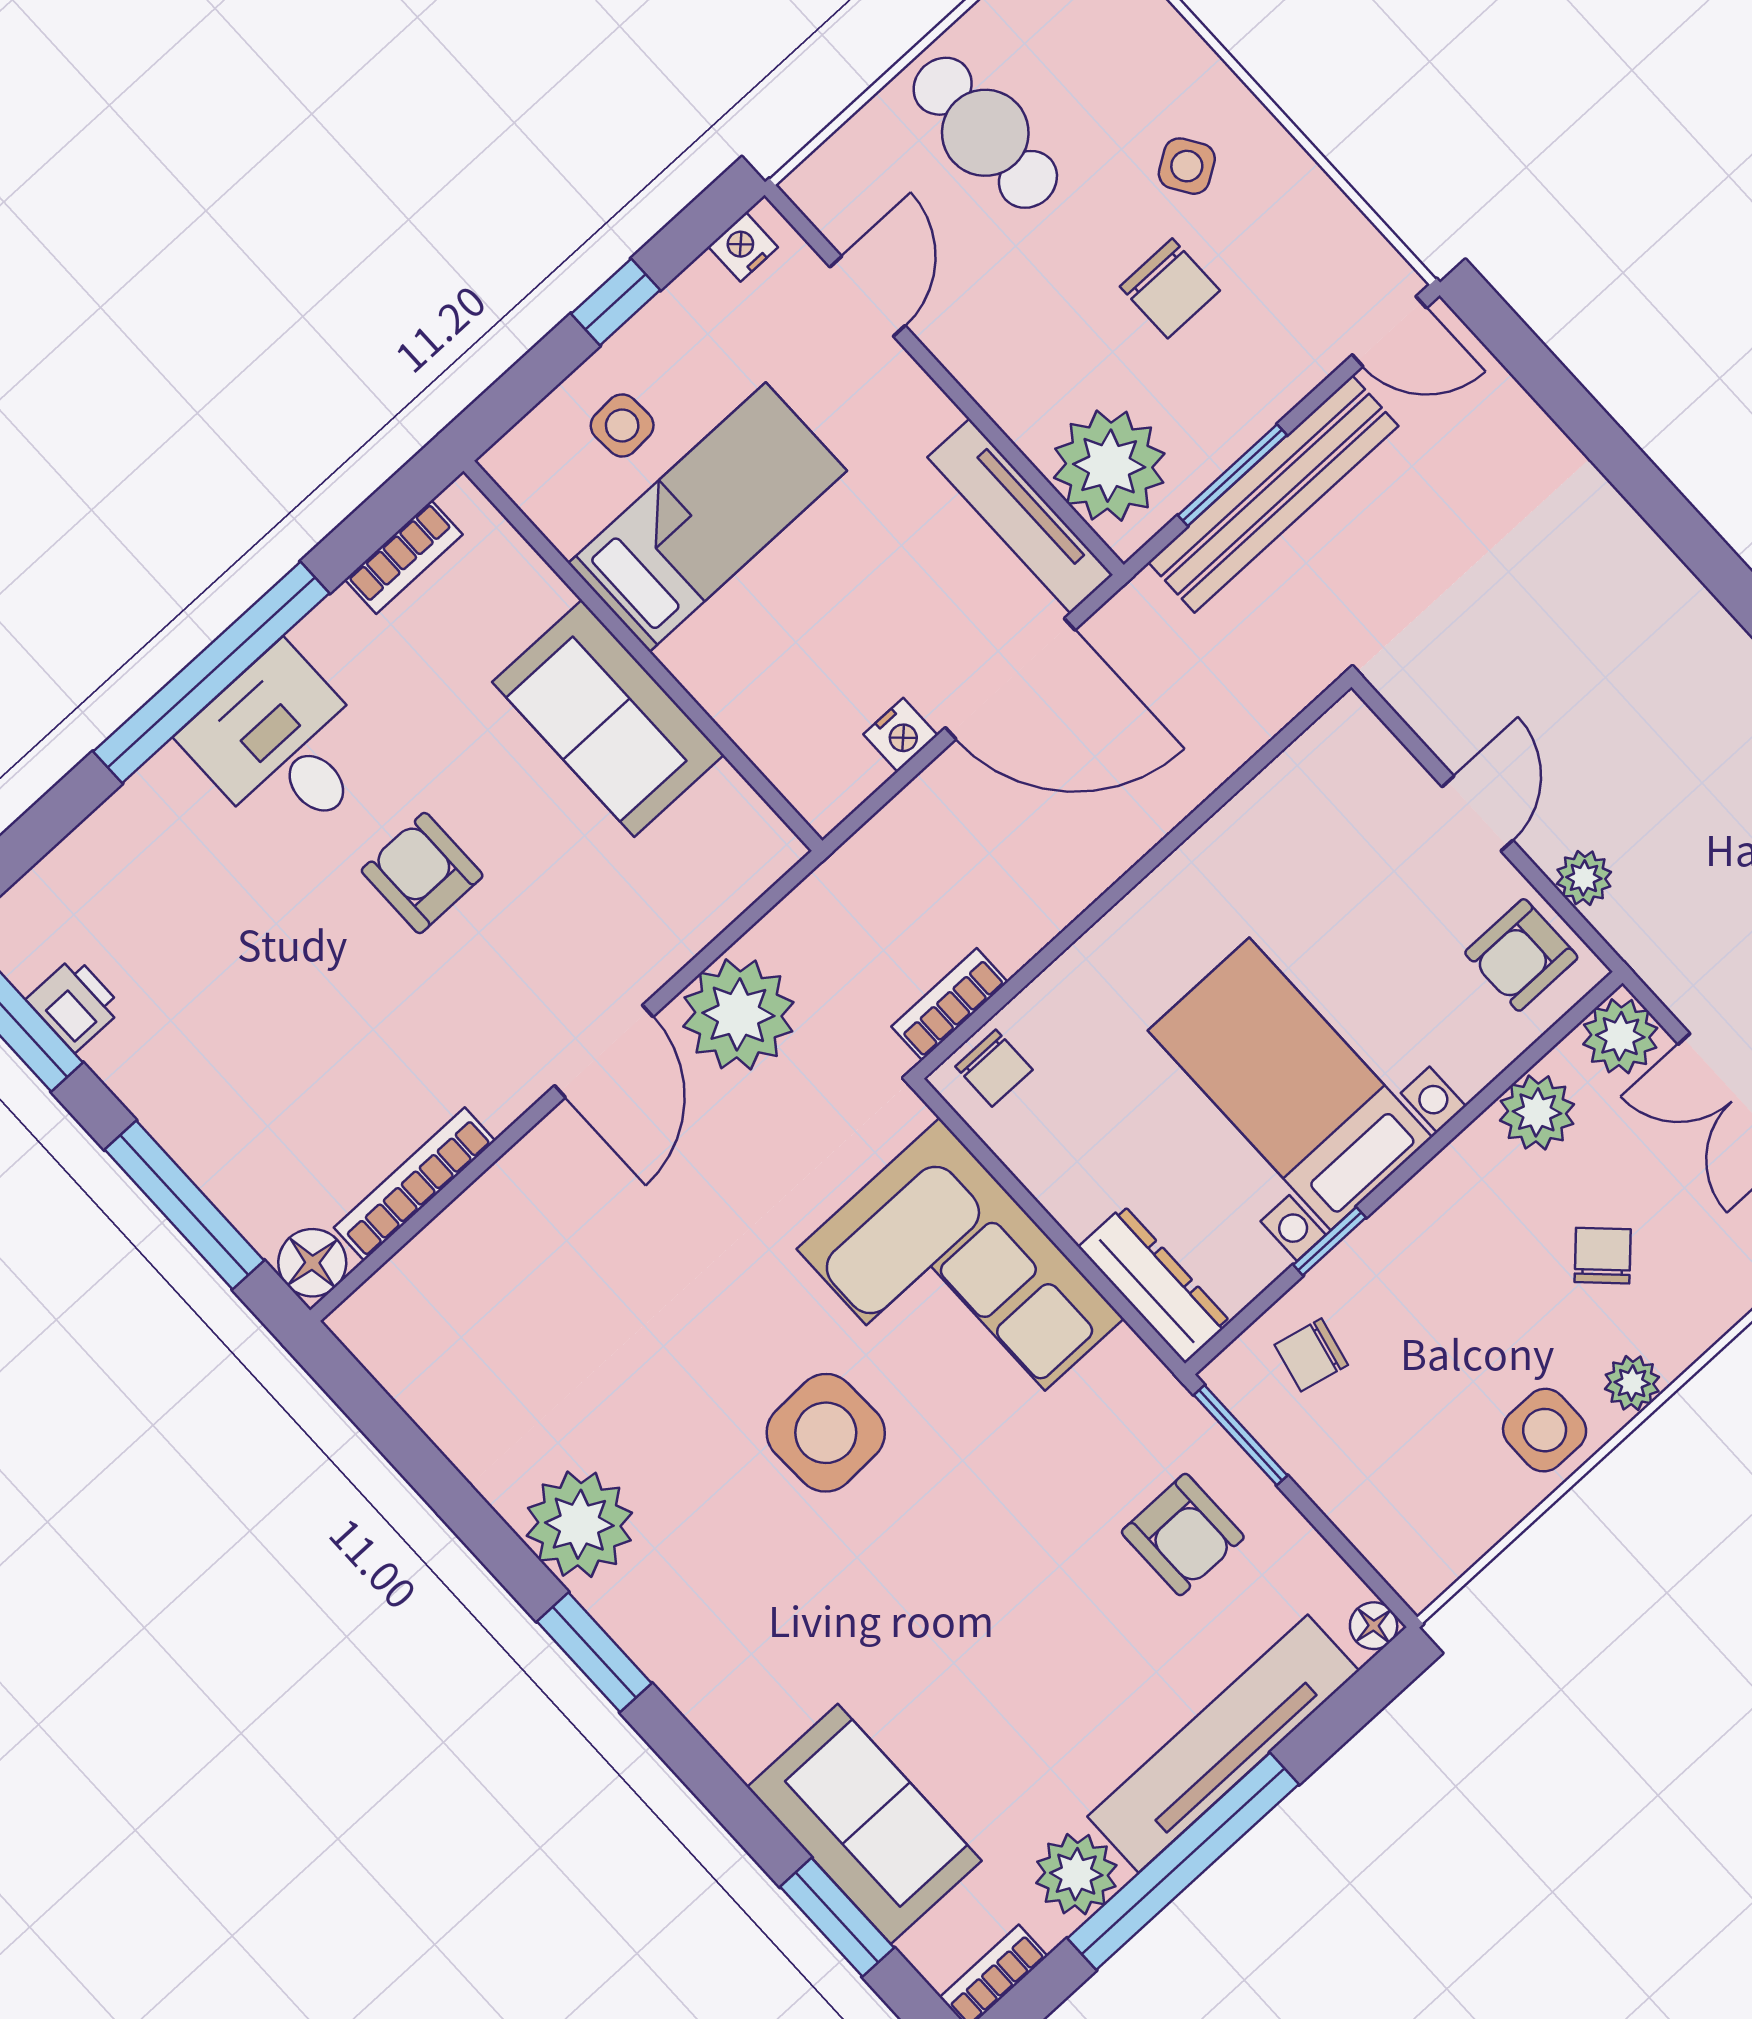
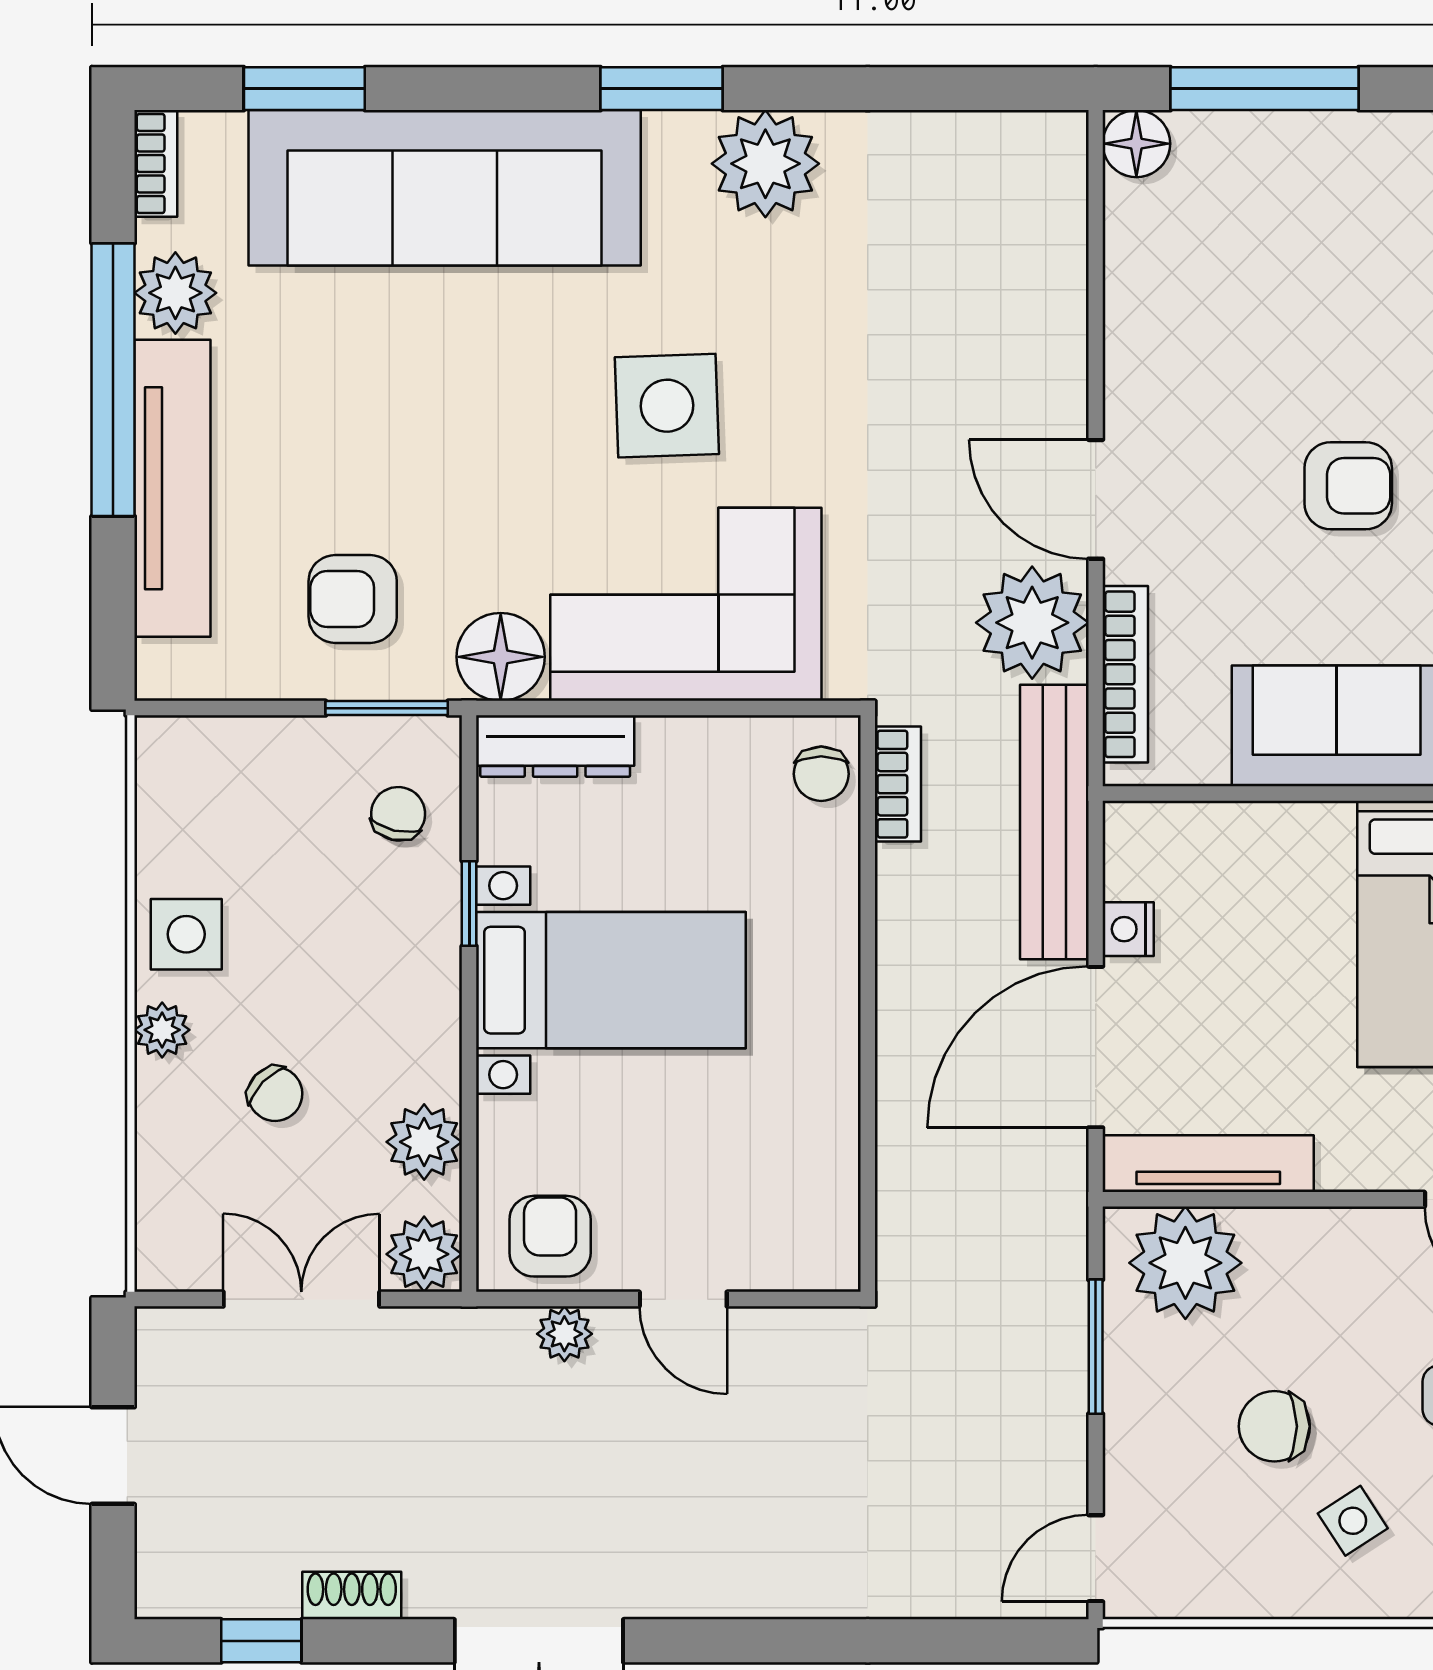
bench: (1273, 494) -> (1054, 822), moved
chair: (994, 1068) -> (821, 774), turned -90
bookcase: (414, 1184) -> (1125, 674), moved
floor lamp: (1374, 1626) -> (501, 657), moved, width x1.89, depth x1.89
sofa: (864, 1824) -> (445, 188), width x1.85, depth x1.27

